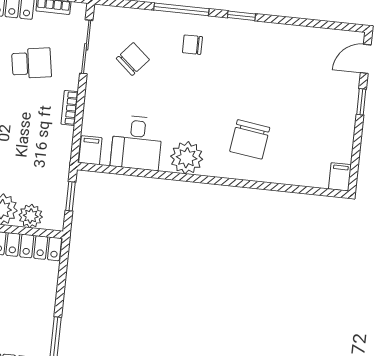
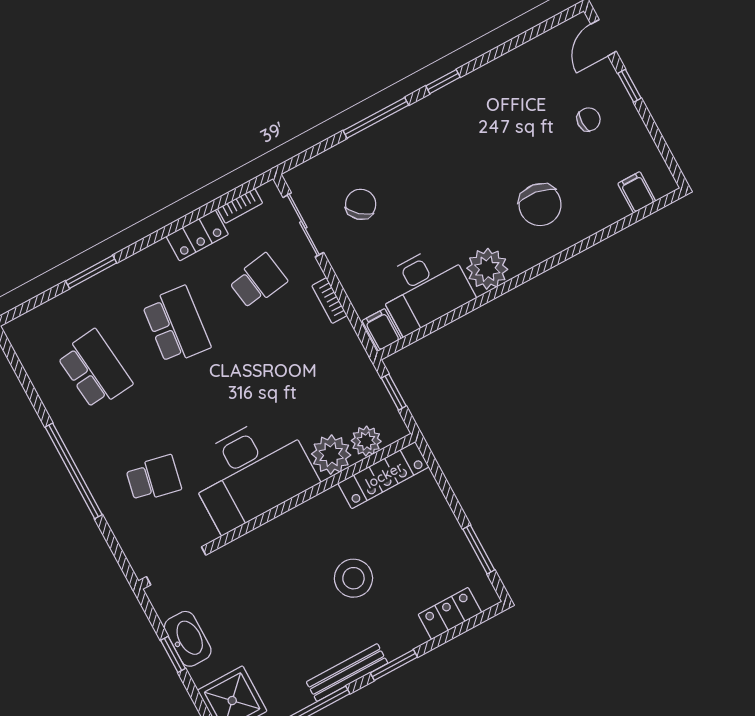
chair: (192, 45) -> (589, 119), moved, turned 180
desk: (137, 143) -> (424, 289), width x1.37
filing cabinet: (340, 177) -> (637, 192), moved

